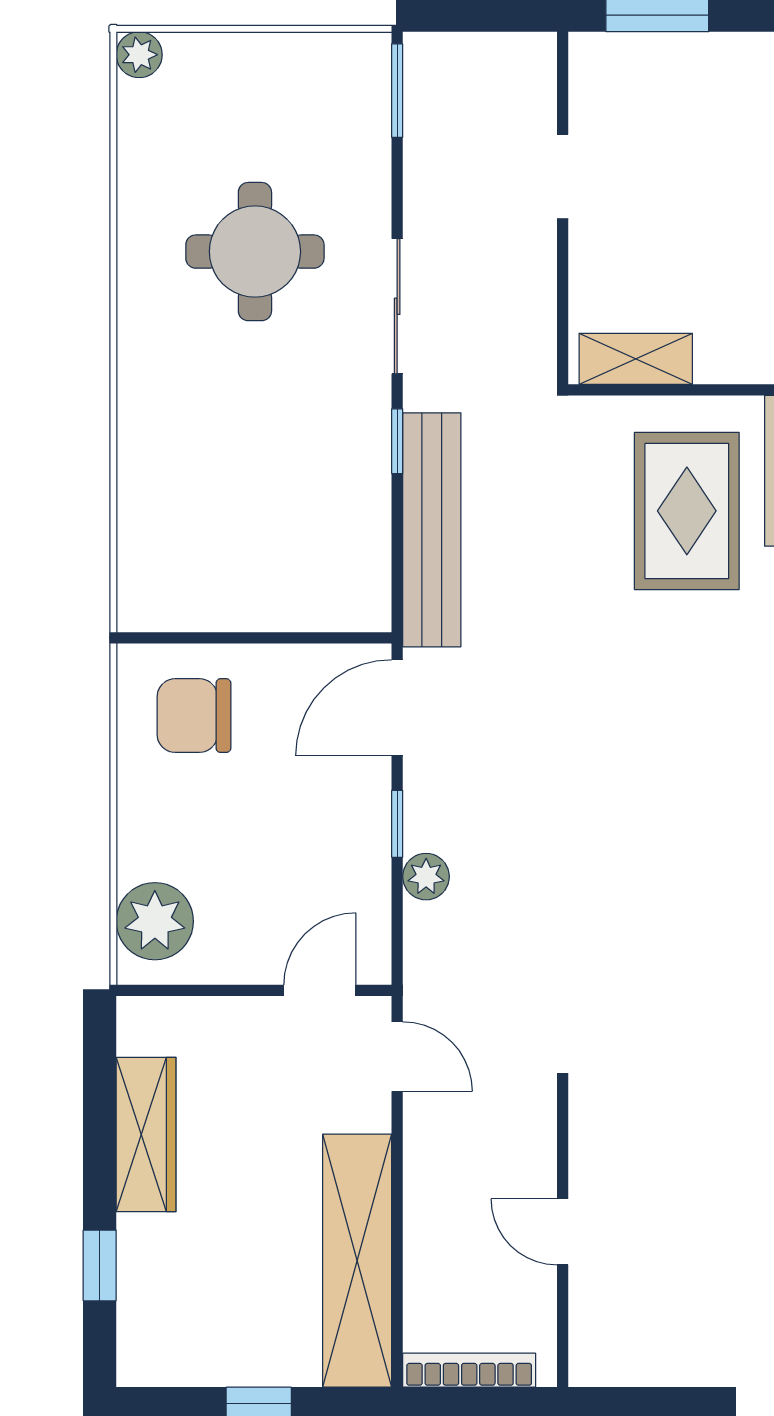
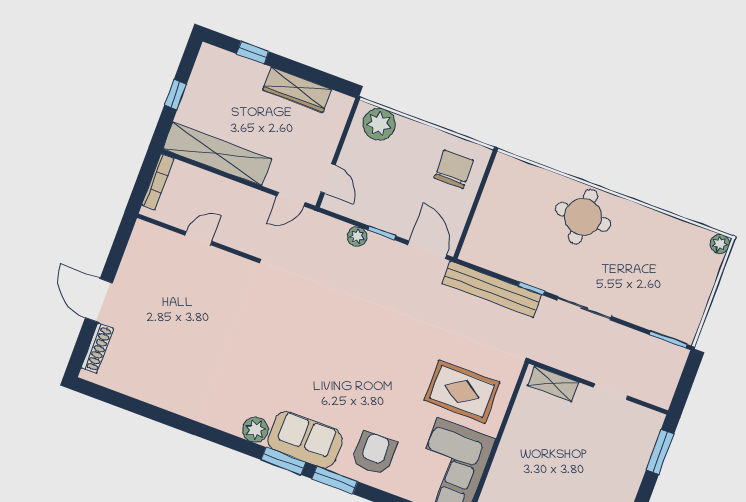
round table: (255, 252) -> (583, 217), moved
shelving: (636, 359) -> (553, 384), moved, turned 90

